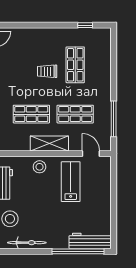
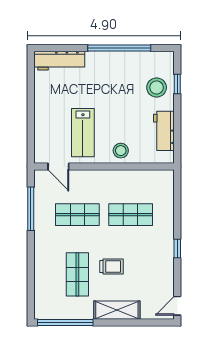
window: (85, 25) -> (65, 322), width x3.17
shelving: (49, 144) -> (117, 310), moved
bicycle: (27, 243) -> (136, 59), removed
window: (78, 251) -> (119, 48), moved

